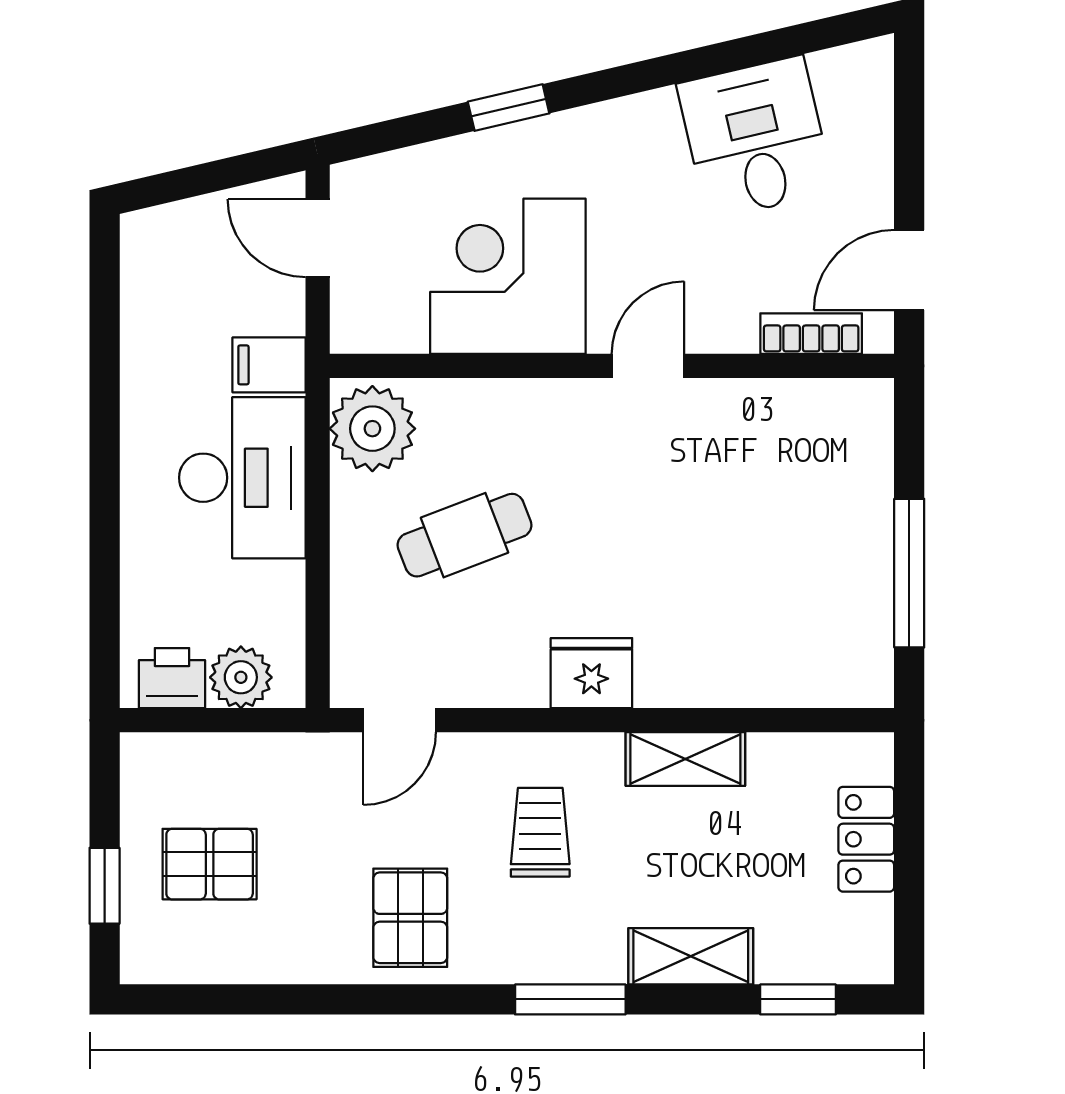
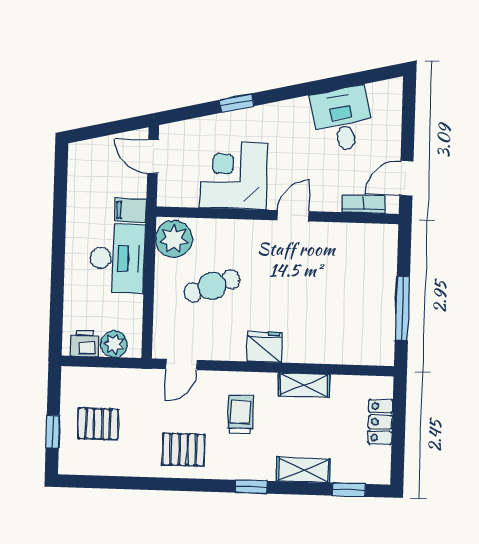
pallet: (410, 918) -> (184, 450), turned 90
window: (570, 999) -> (251, 487), width x0.67

